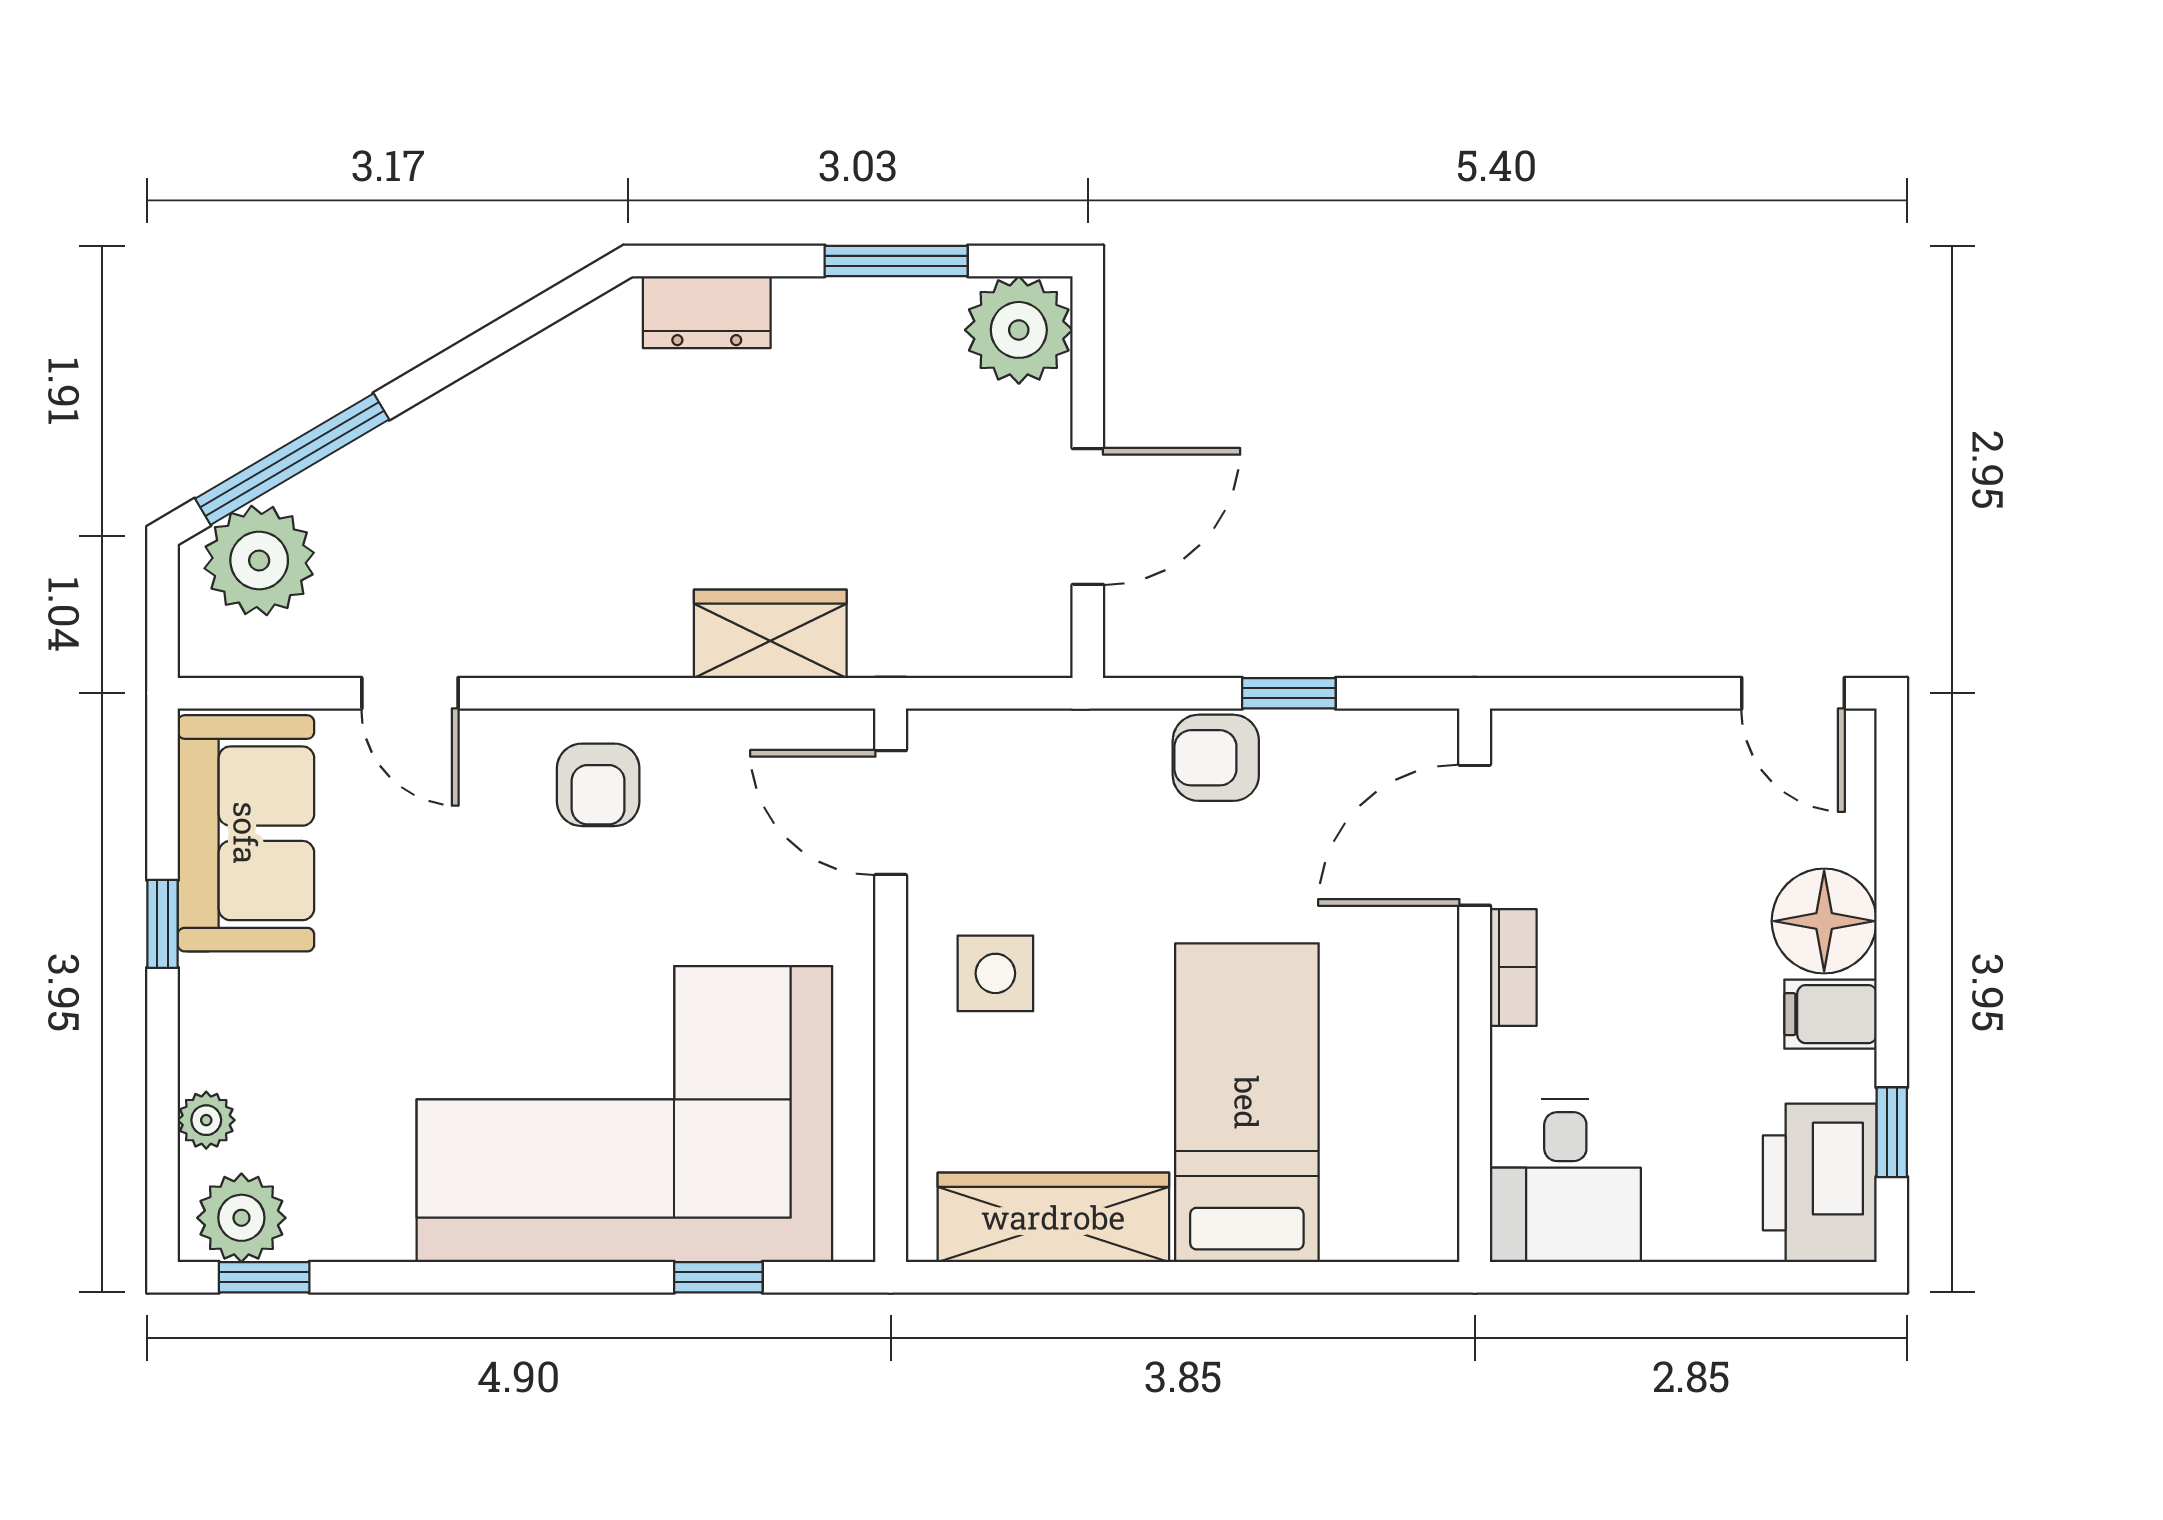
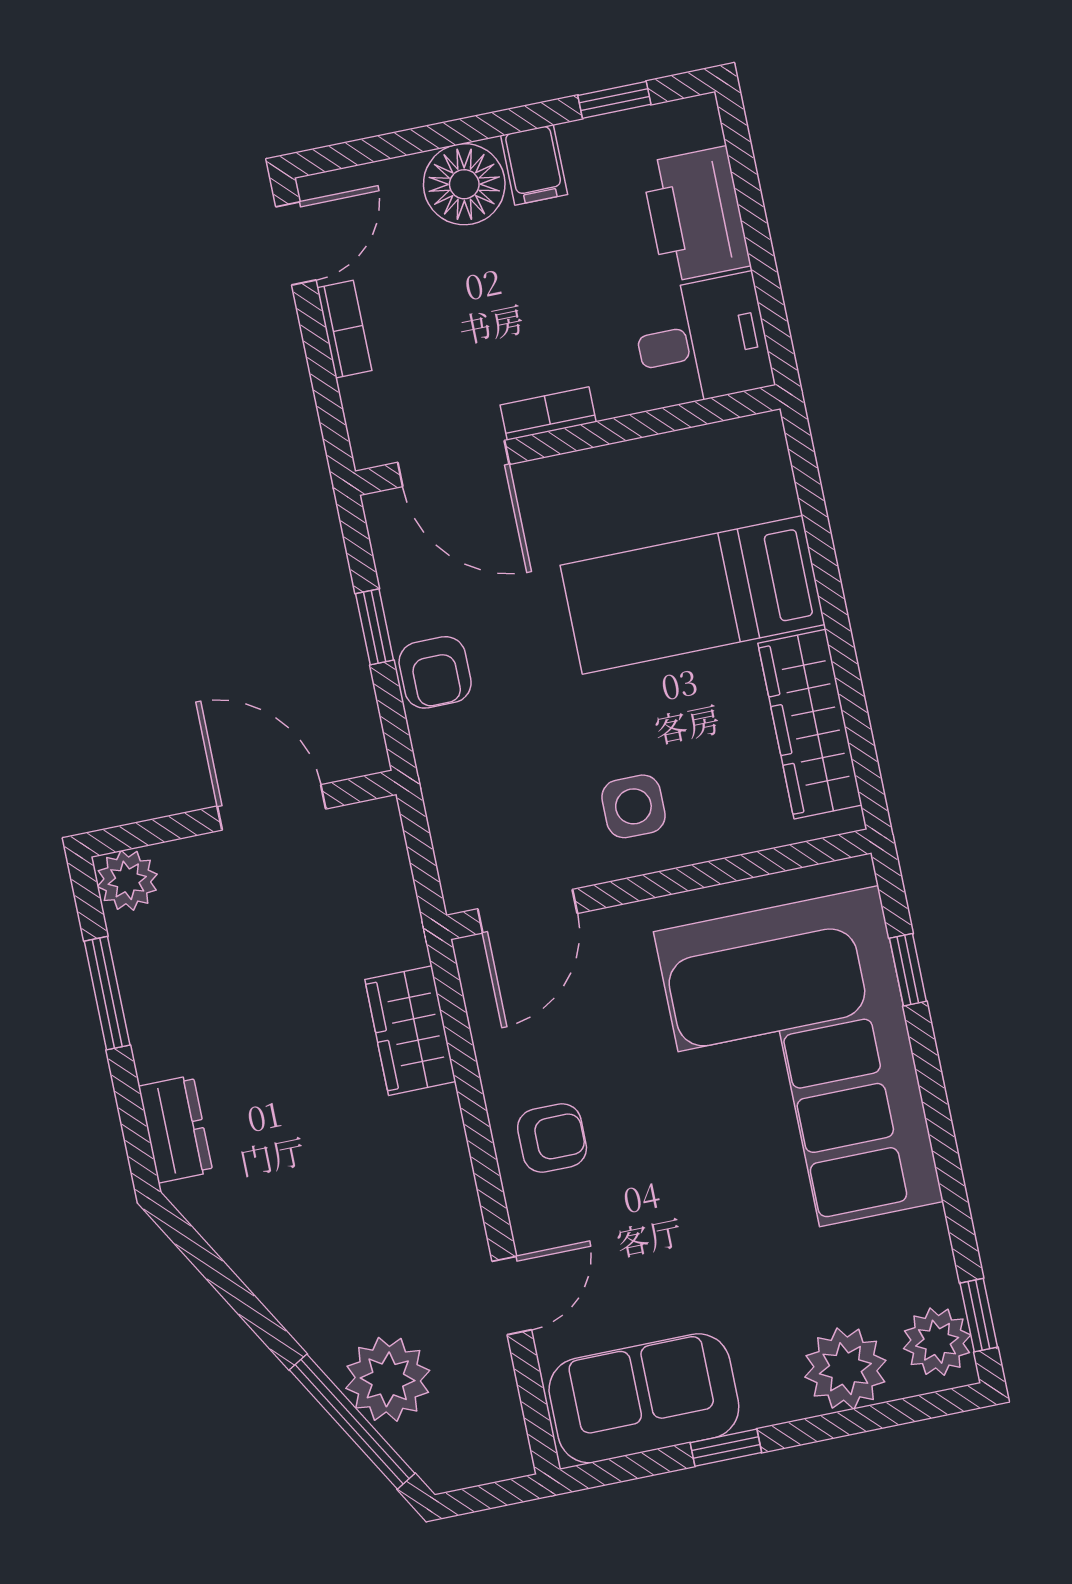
plant: (1019, 330) -> (127, 880), width x0.73, depth x0.73
plant: (259, 560) -> (388, 1379), moved
bookcase: (1672, 732) -> (344, 329), added
plant: (206, 1120) -> (845, 1369), width x1.88, depth x1.88
printer: (1820, 1183) -> (696, 214), moved, turned 90

